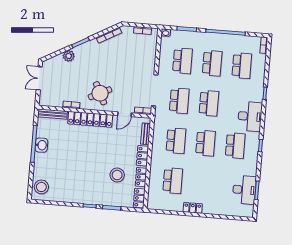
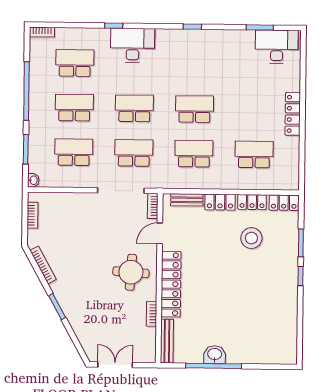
plant: (69, 56) -> (78, 323), removed
double door: (39, 78) -> (115, 365), swing flipped
round table: (100, 93) -> (131, 272), turned 30
door: (125, 114) -> (160, 233), swing flipped
desk: (250, 116) -> (133, 45), moved
school desk: (235, 146) -> (195, 64), removed
stool: (41, 187) -> (277, 350), removed
desk: (244, 190) -> (277, 47), moved
locker: (193, 208) -> (293, 114), width x1.53

